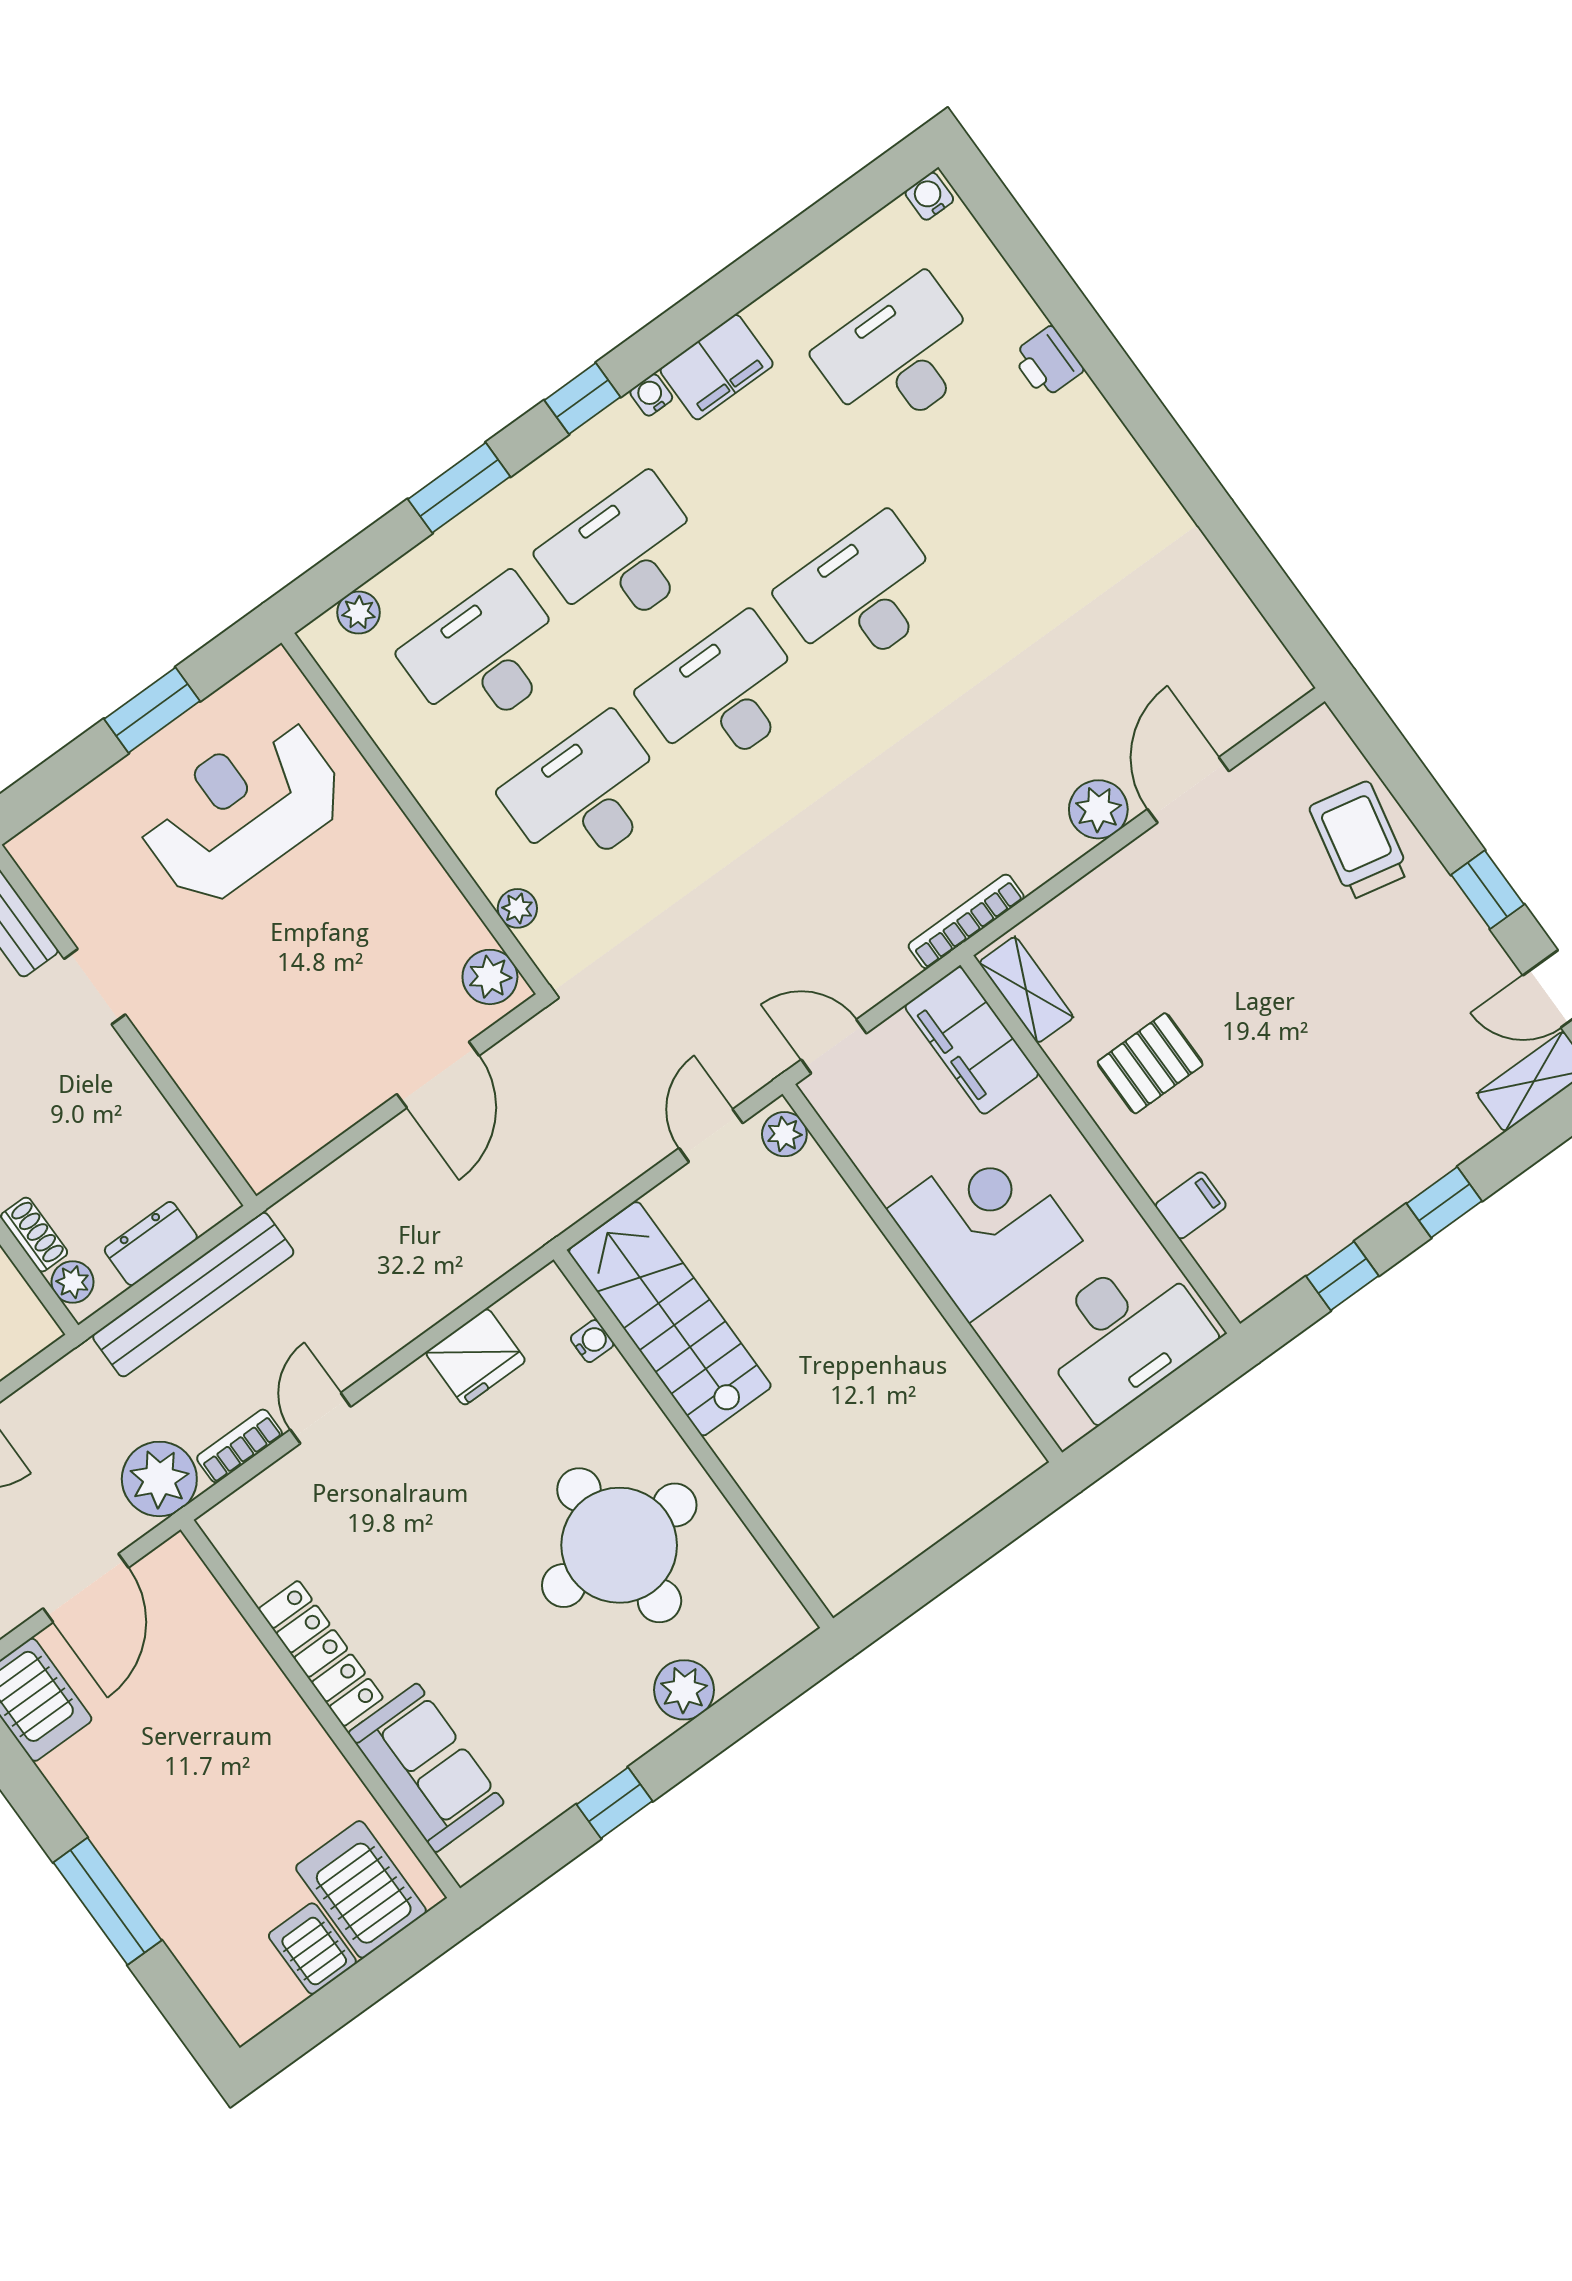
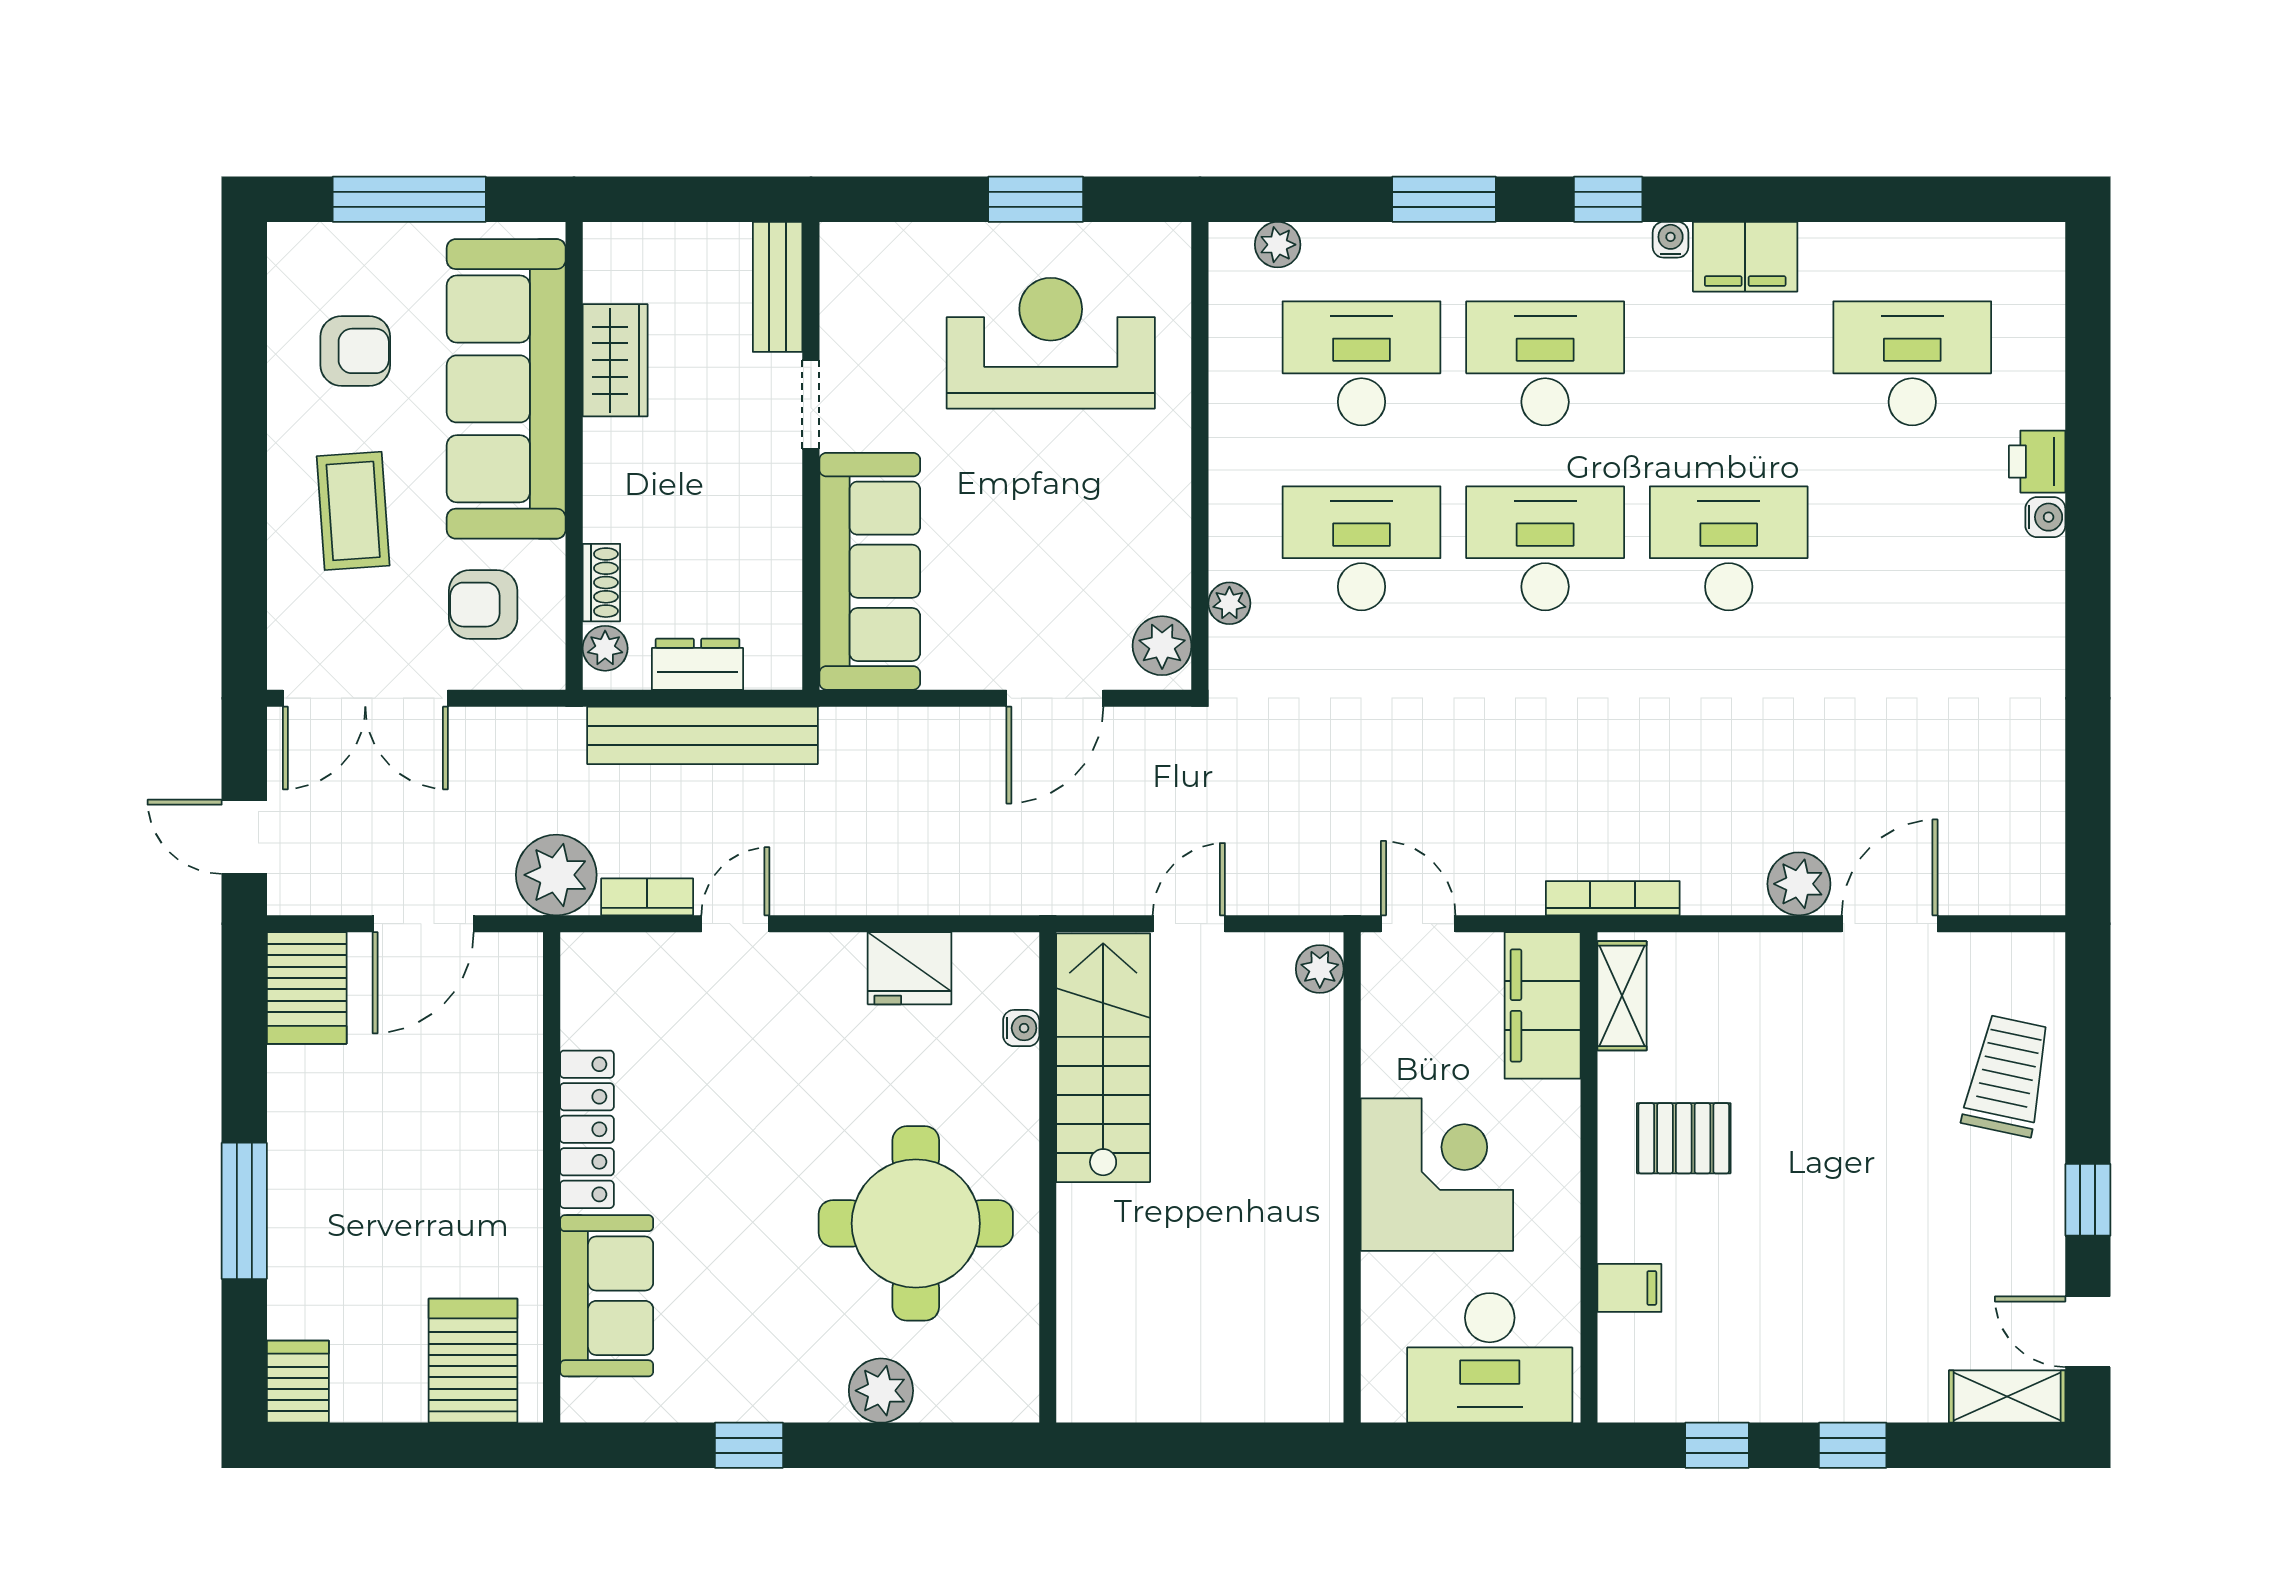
water cooler: (929, 196) -> (2045, 517), moved, turned 90
sofa: (230, 1080) -> (870, 571), added
door: (711, 1136) -> (1189, 924), moved
server rack: (312, 1949) -> (298, 1382), moved

